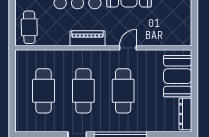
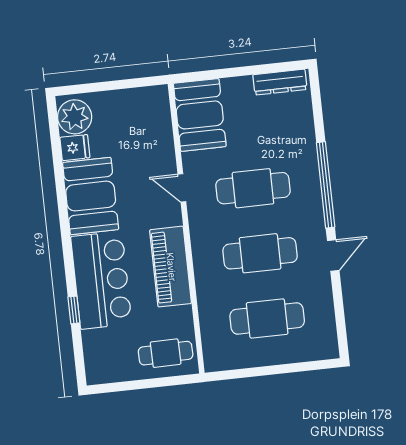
piano: (88, 38) -> (171, 267), width x1.37, depth x1.33
booth: (178, 76) -> (200, 115), moved, turned 90

